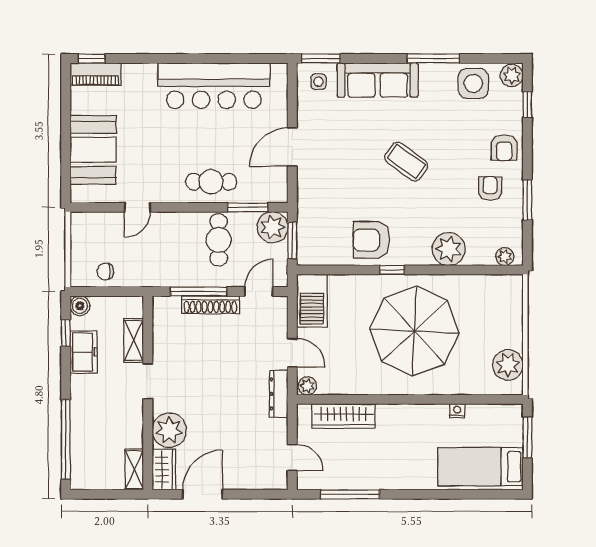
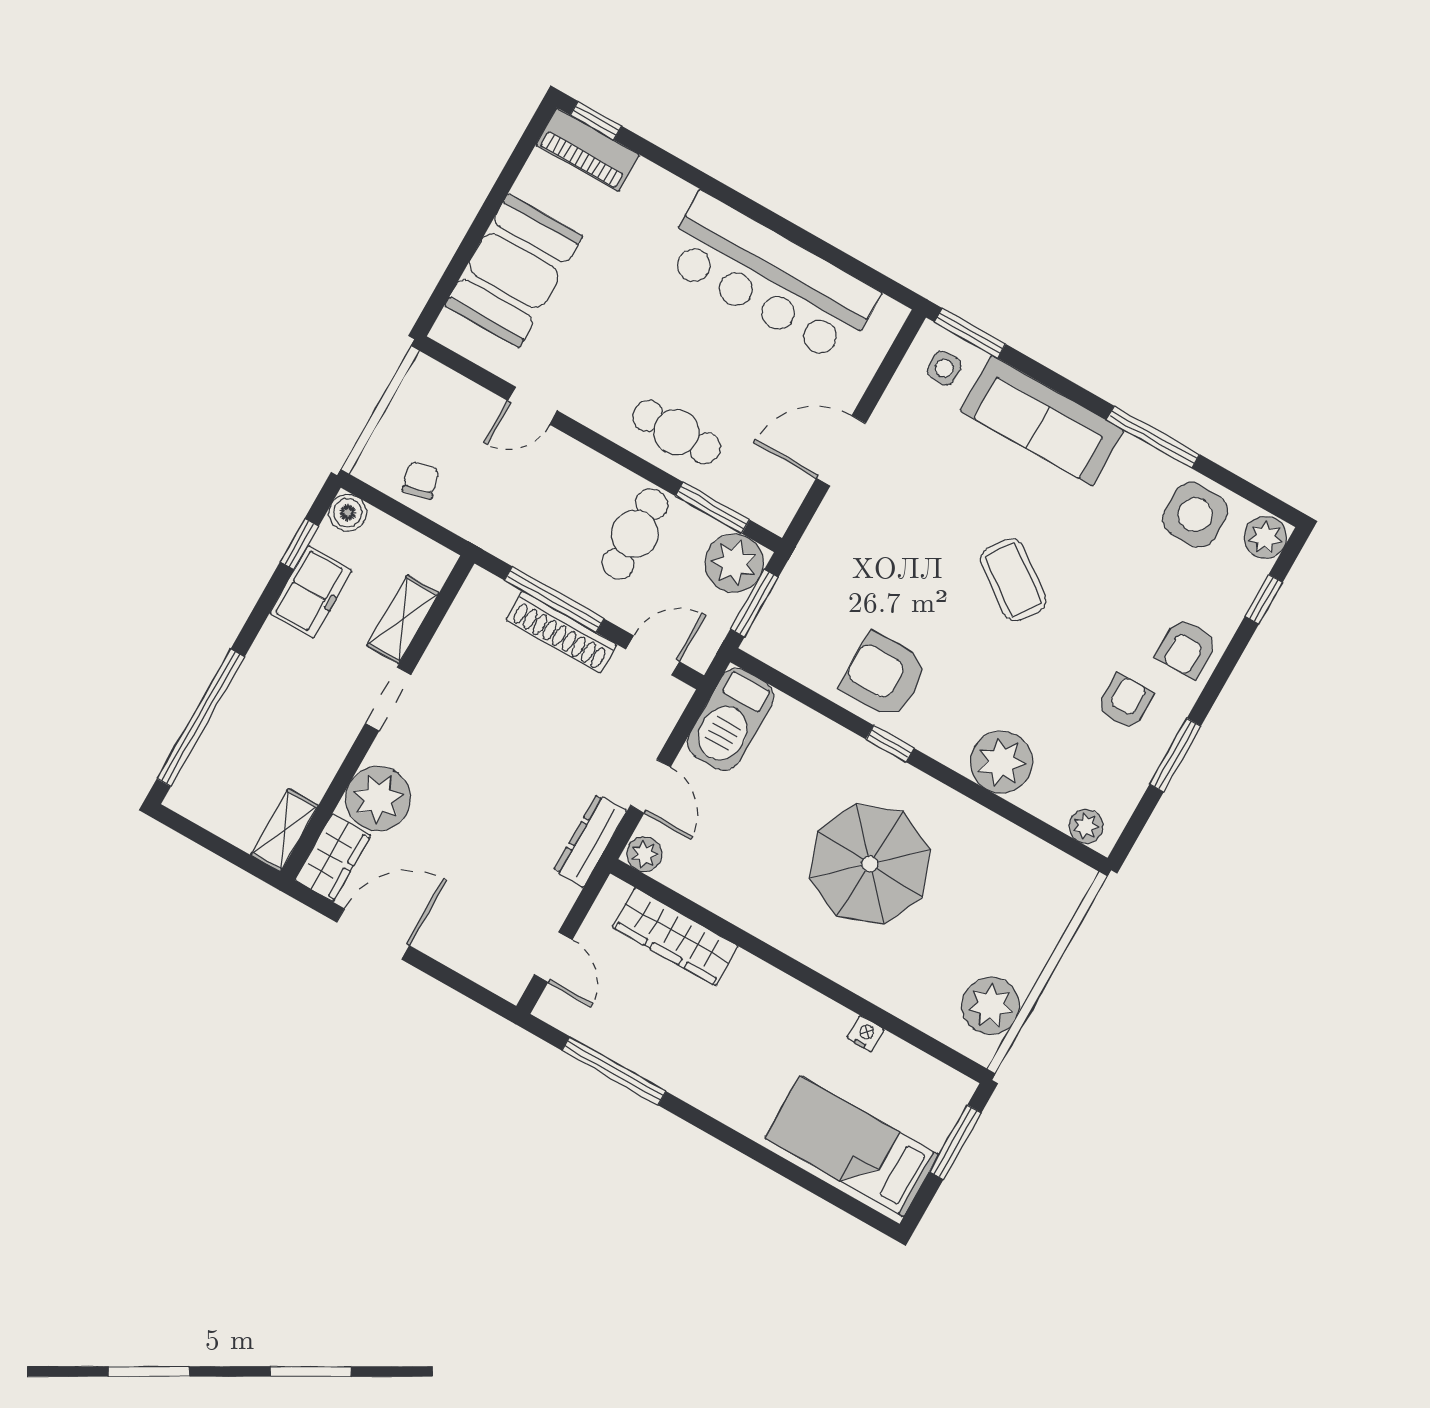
chair: (105, 271) -> (421, 480), turned 76
parasol: (414, 331) -> (870, 864), width x0.73, depth x0.73

